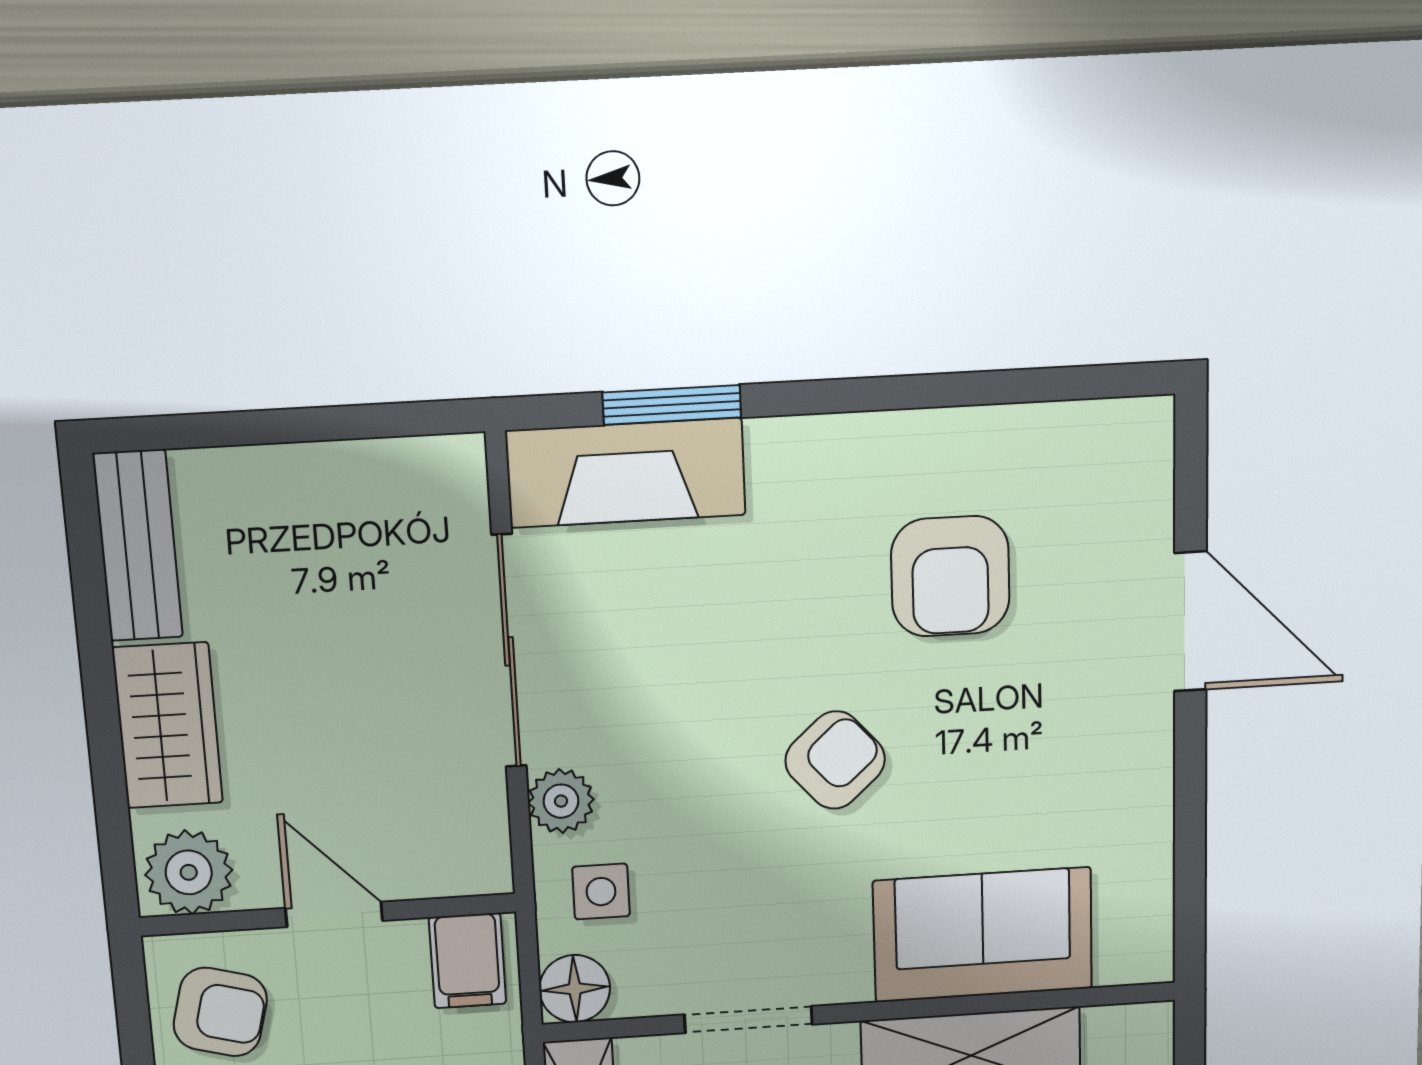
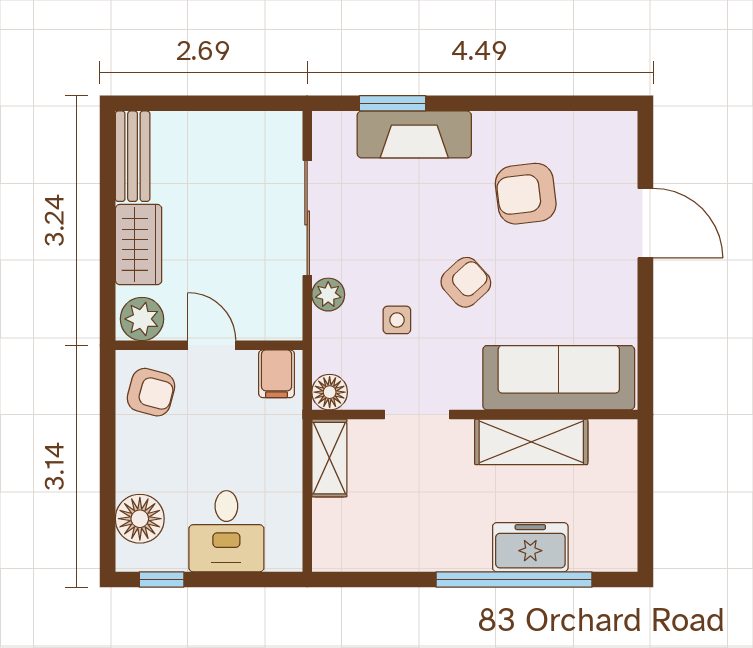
fireplace: (626, 473) -> (414, 134), moved
armchair: (950, 576) -> (526, 194), turned 83
side table: (601, 892) -> (397, 320), moved
sofa: (983, 935) -> (559, 378), width x1.36

